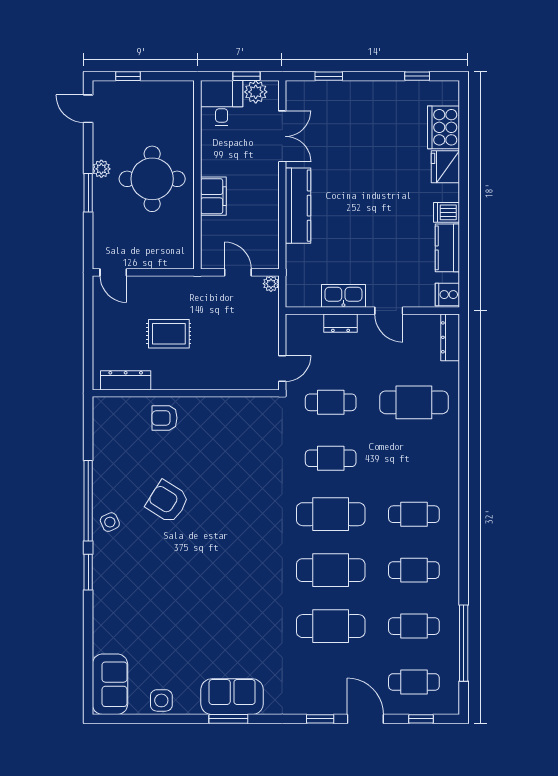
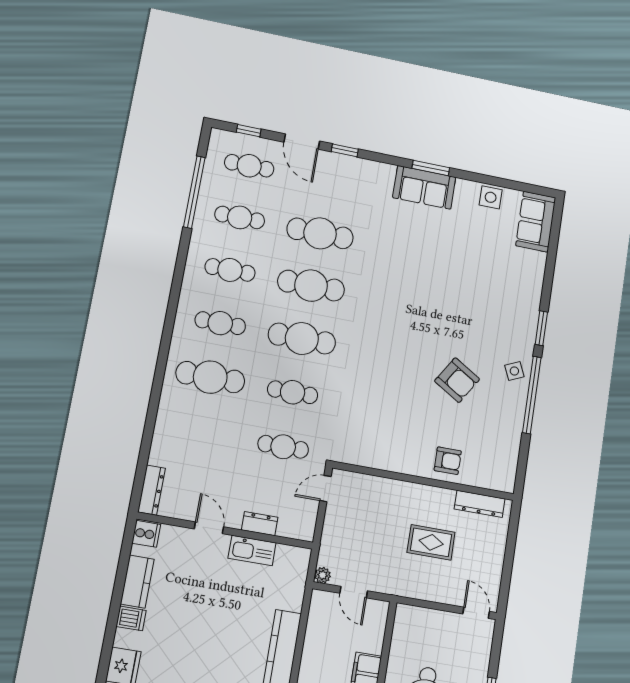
cafe table: (414, 402) -> (210, 377), moved

